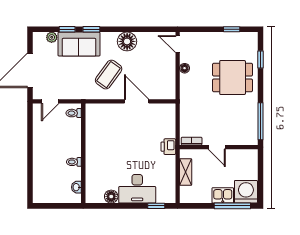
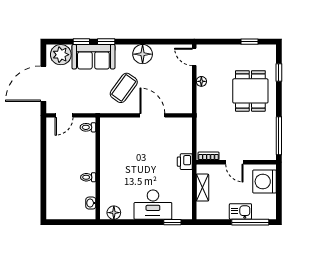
plant: (52, 37) -> (61, 55), width x1.88, depth x1.88
dining table: (233, 77) -> (250, 91), turned 90
washing machine: (246, 192) -> (265, 181), moved, turned -90
floor lamp: (111, 197) -> (114, 213), moved

